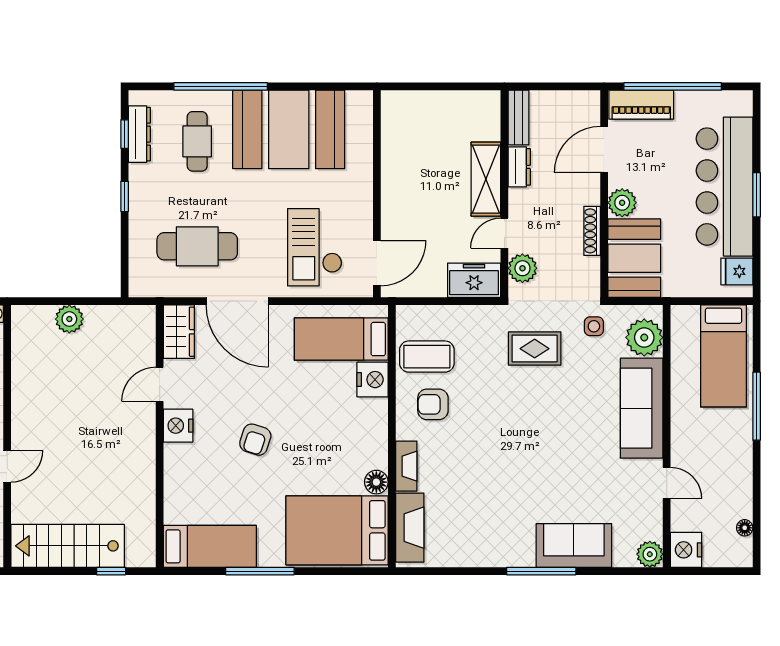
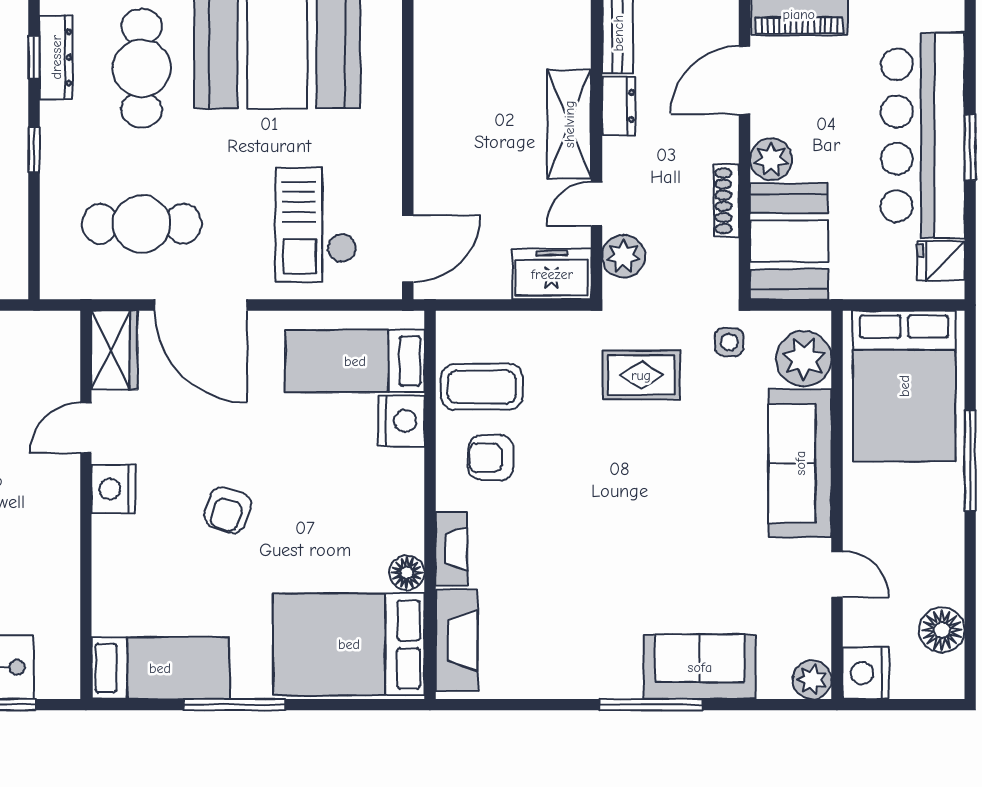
cafe table: (197, 141) -> (142, 68), width x1.37, depth x1.35
bed: (724, 356) -> (904, 386), width x1.50
floor lamp: (745, 528) -> (942, 630), width x1.89, depth x1.89

